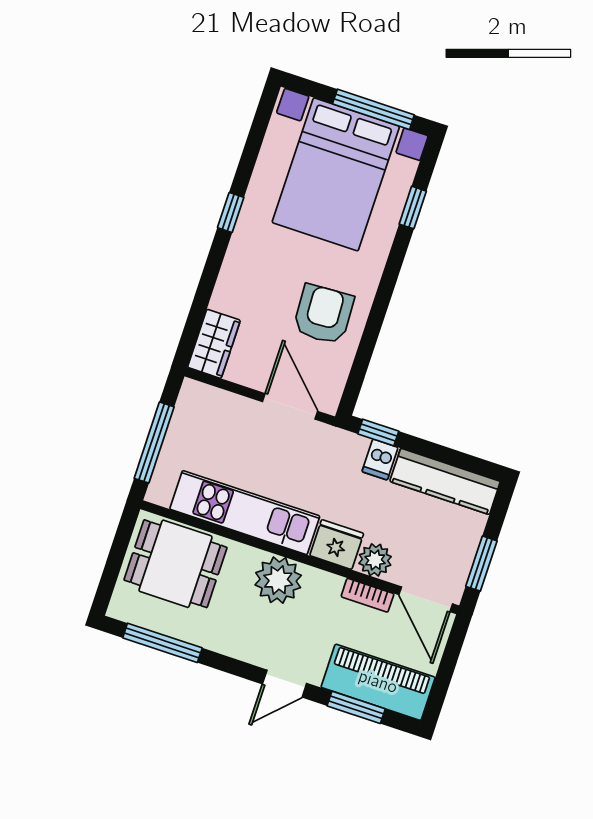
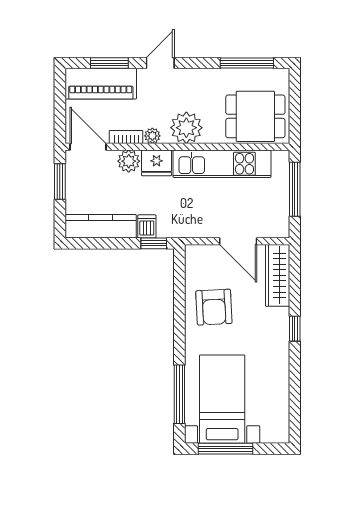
bed with nightstands: (336, 174) -> (222, 399), width x0.73
window: (413, 208) -> (179, 394), width x2.17
window: (231, 212) -> (295, 329), moved
wardrobe: (214, 344) -> (278, 275), width x1.50
door: (290, 406) -> (238, 241), moved
plant: (330, 585) -> (152, 136), added

